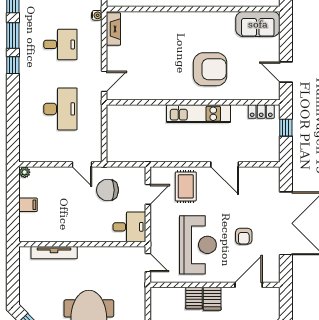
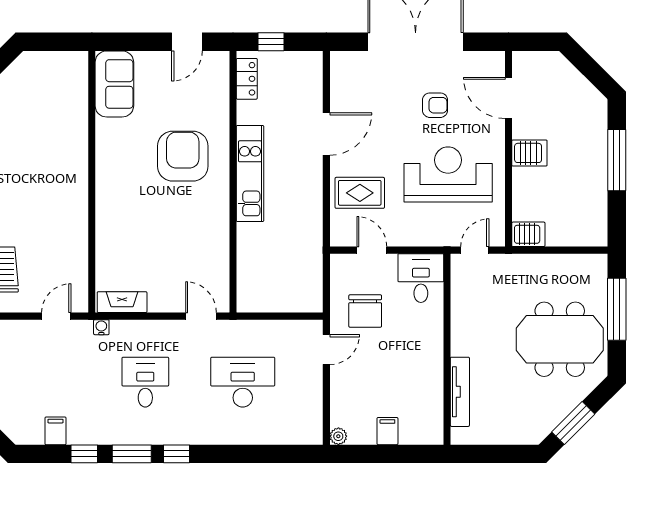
server rack: (194, 298) -> (528, 234), moved

